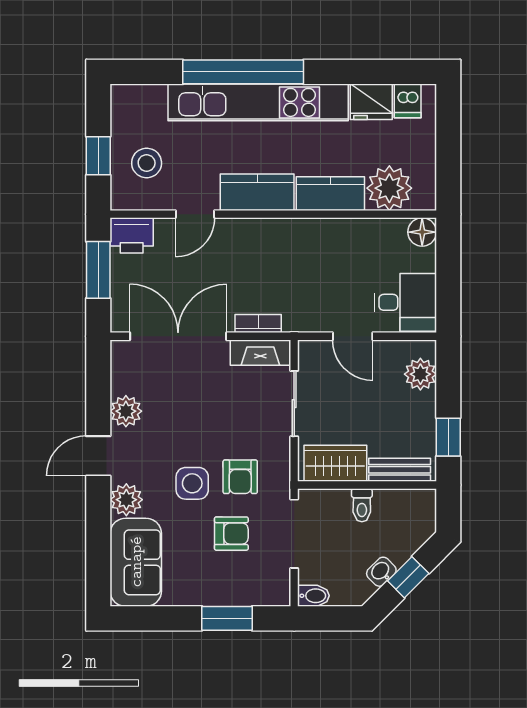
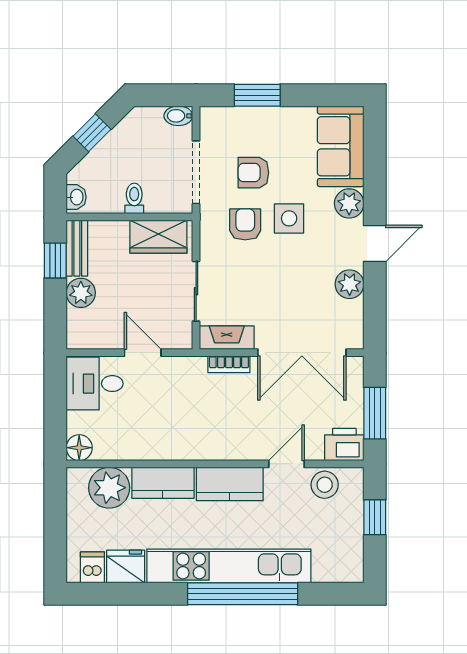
stool: (147, 163) -> (325, 485), moved
plant: (420, 374) -> (81, 293), moved
bench: (400, 470) -> (77, 248), moved, turned 90
washbasin: (381, 572) -> (76, 197), moved, turned -45

